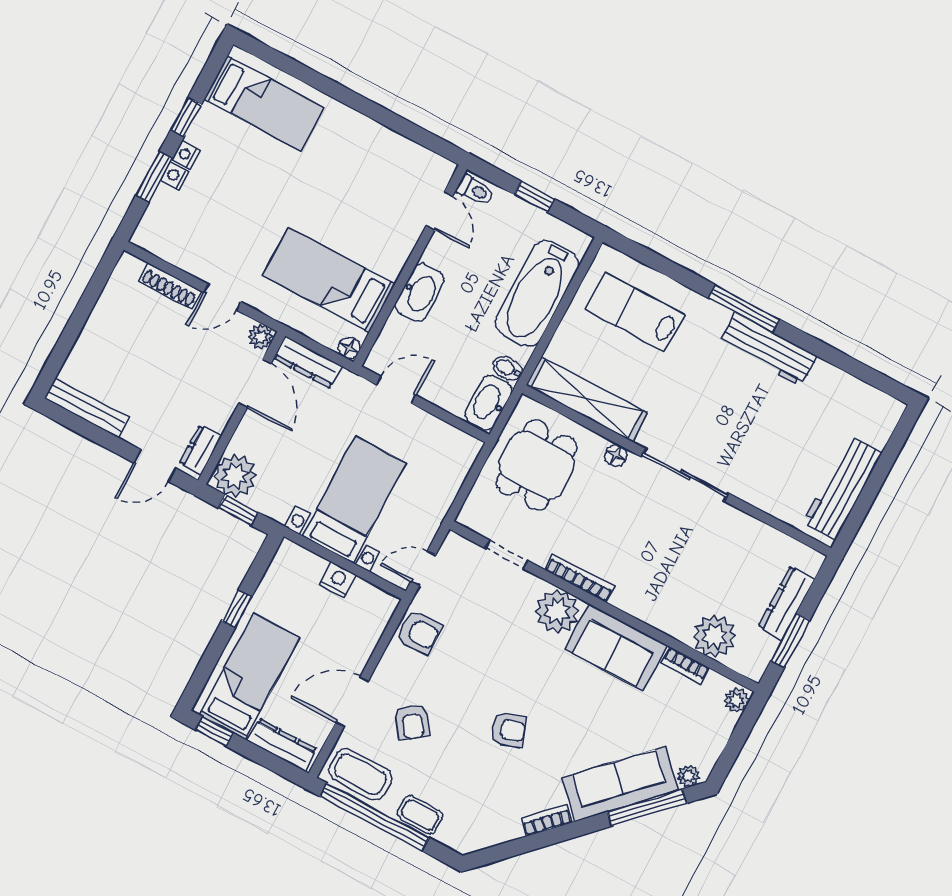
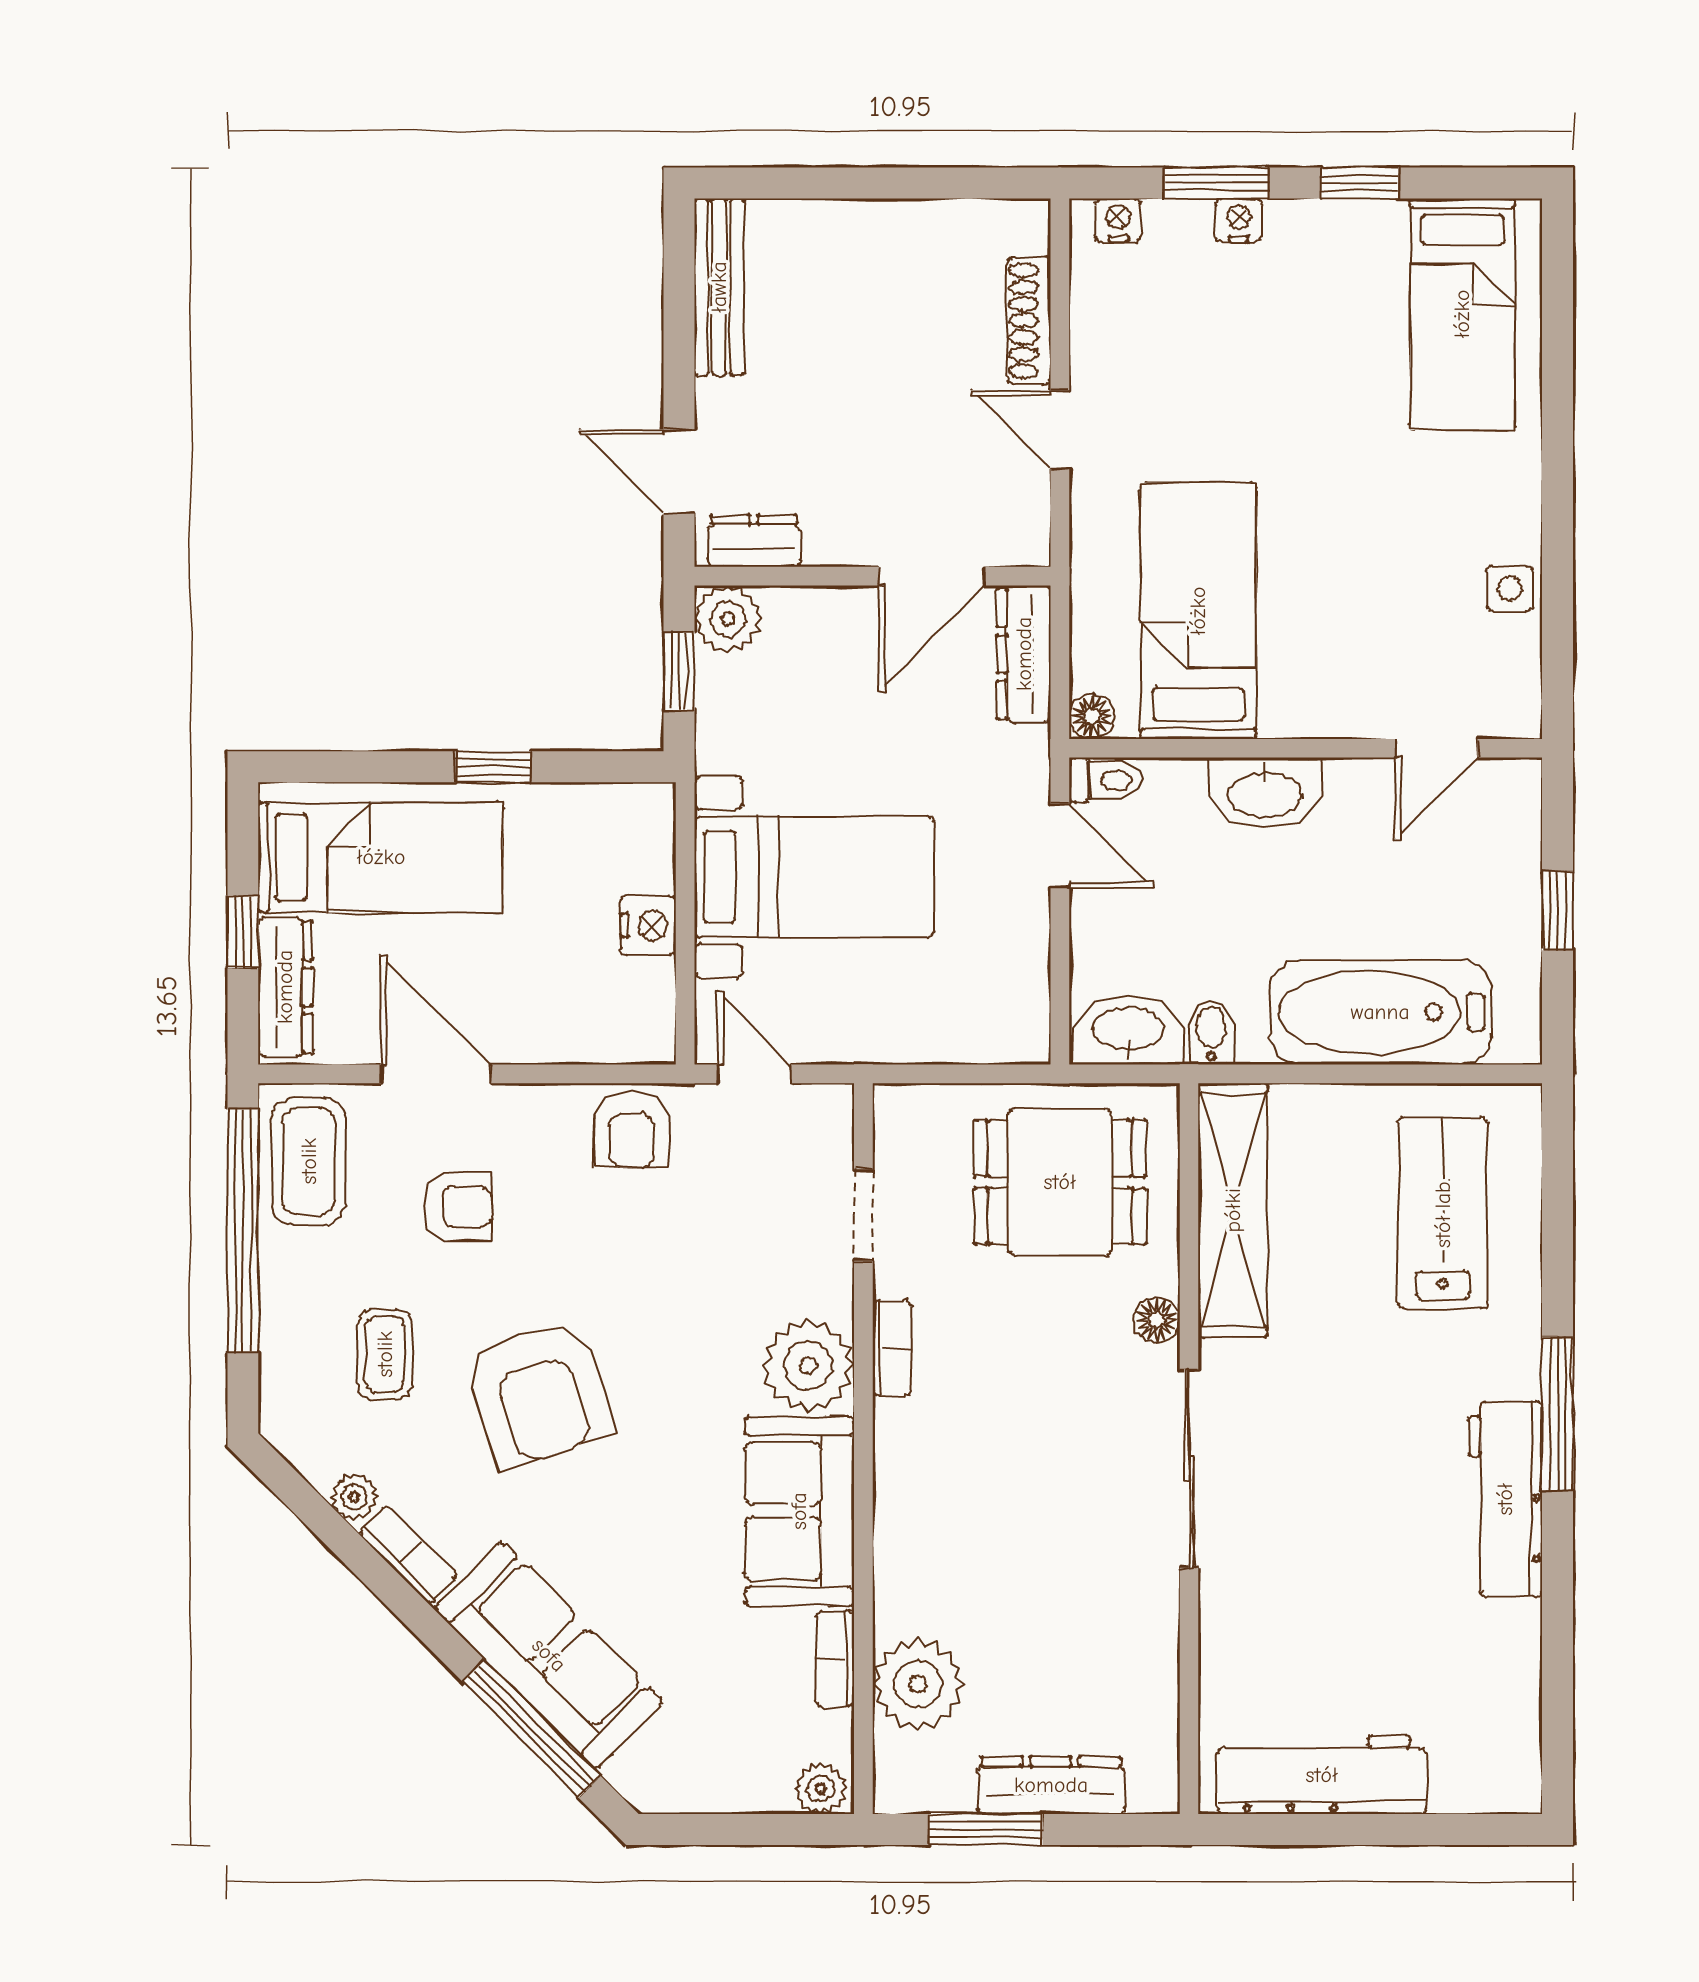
side table: (389, 145) -> (1510, 588), added
nightstand: (186, 155) -> (1118, 220), moved
toilet: (475, 190) -> (1106, 780), moved, turned -90
plant: (261, 337) -> (1025, 541), removed
plant: (235, 476) -> (728, 619), width x0.73, depth x0.73
bookcase: (580, 578) -> (892, 1348), width x0.64
armchair: (413, 722) -> (458, 1207), turned -145
armchair: (508, 730) -> (539, 1393), width x1.88, depth x1.88
window: (214, 731) -> (243, 932), moved
plant: (688, 776) -> (354, 1497), moved
coffee table: (420, 815) -> (385, 1354), moved

